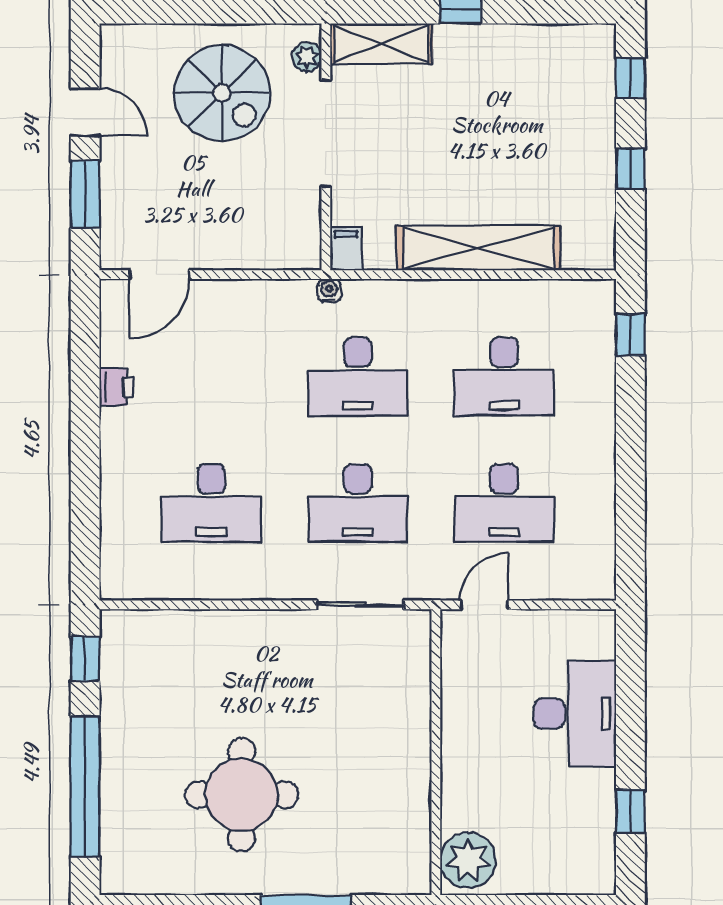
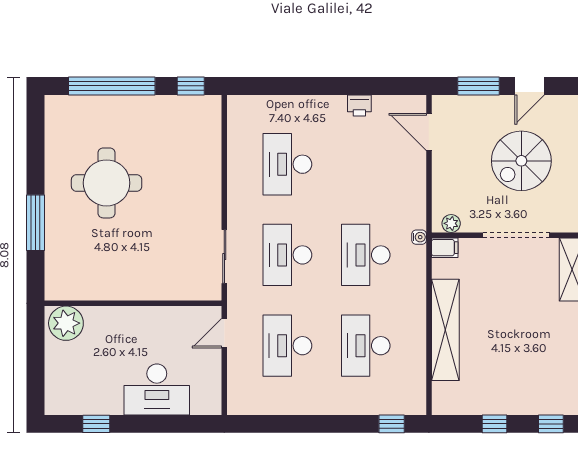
plant: (307, 57) -> (451, 223), moved
spiral stairs: (222, 93) -> (521, 161), moved
door: (484, 605) -> (224, 333), swing flipped

